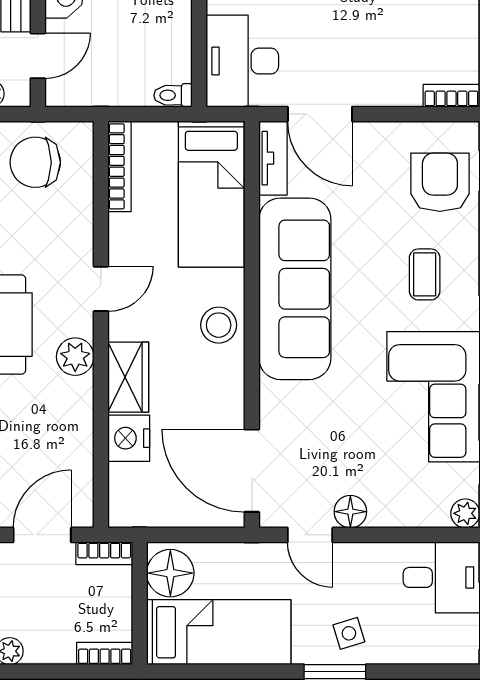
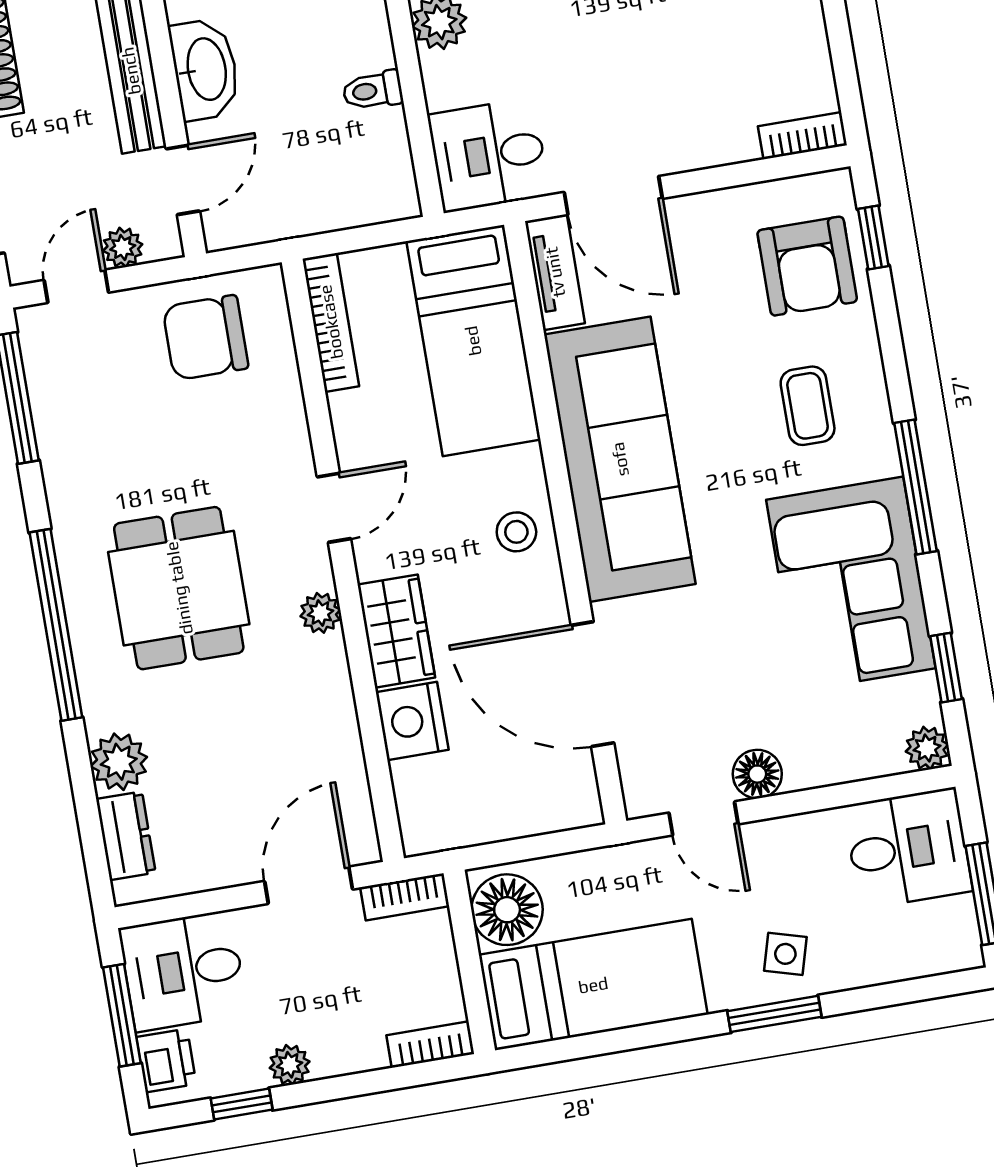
desk: (242, 61) -> (489, 155), width x0.73
toilet: (173, 95) -> (373, 90), moved
armchair: (440, 182) -> (807, 266), turned 180
stool: (219, 325) -> (516, 532), width x0.73, depth x0.73
plant: (75, 357) -> (320, 613), width x0.73, depth x0.73
door: (252, 471) -> (592, 684), moved
side table: (349, 633) -> (785, 954), turned 33

